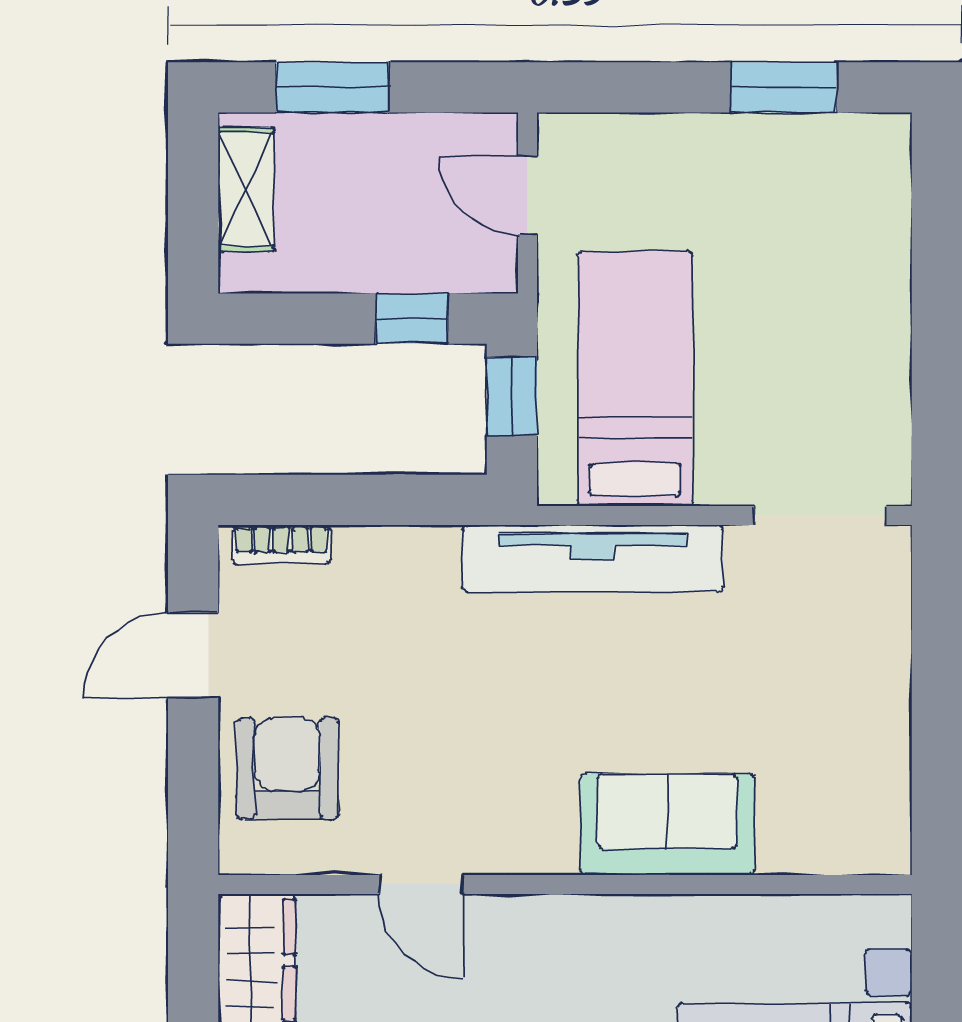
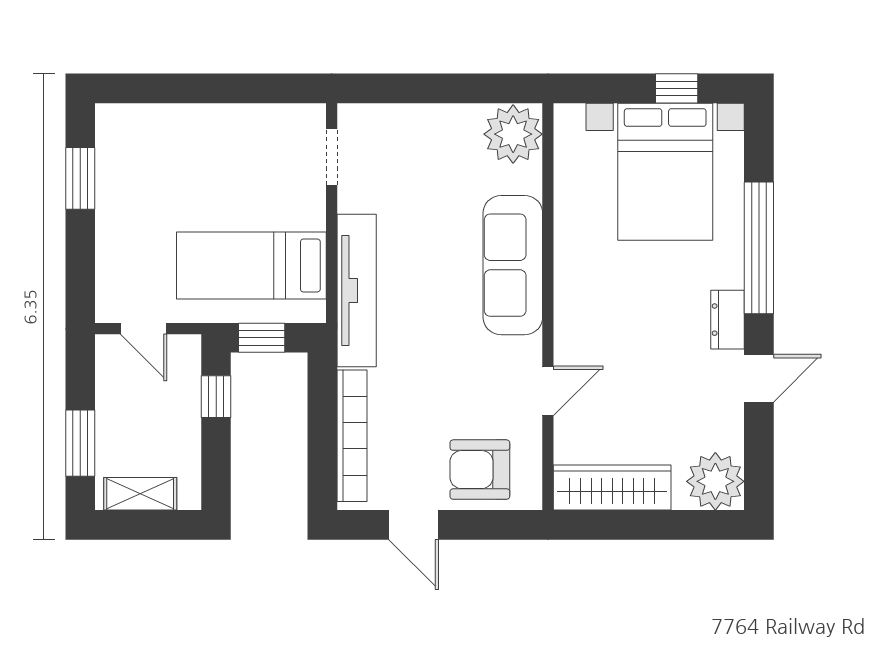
door: (528, 195) -> (144, 329), hinge flipped
doorway: (820, 516) -> (332, 157), width x0.73
bookcase: (281, 544) -> (352, 436), width x2.31, depth x1.31
sofa: (667, 825) -> (513, 265), width x1.36
plant: (859, 825) -> (513, 134), added

